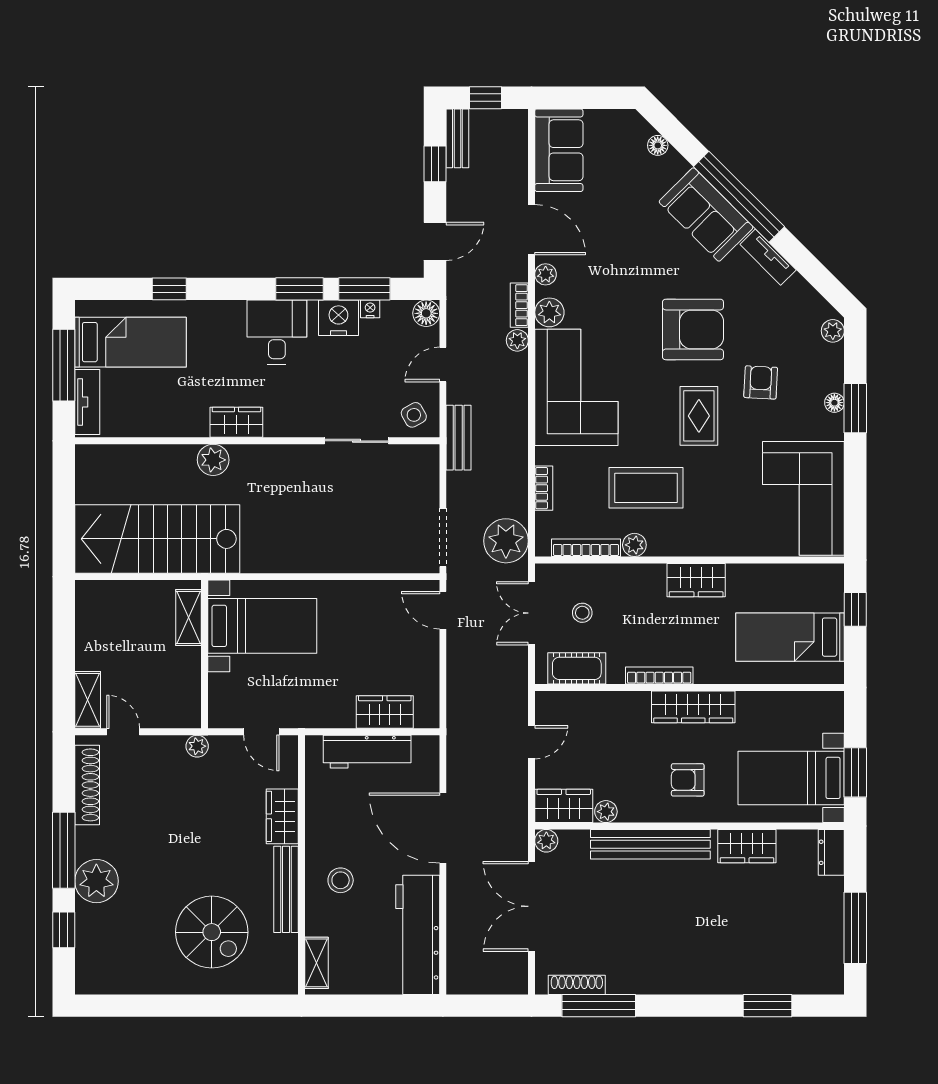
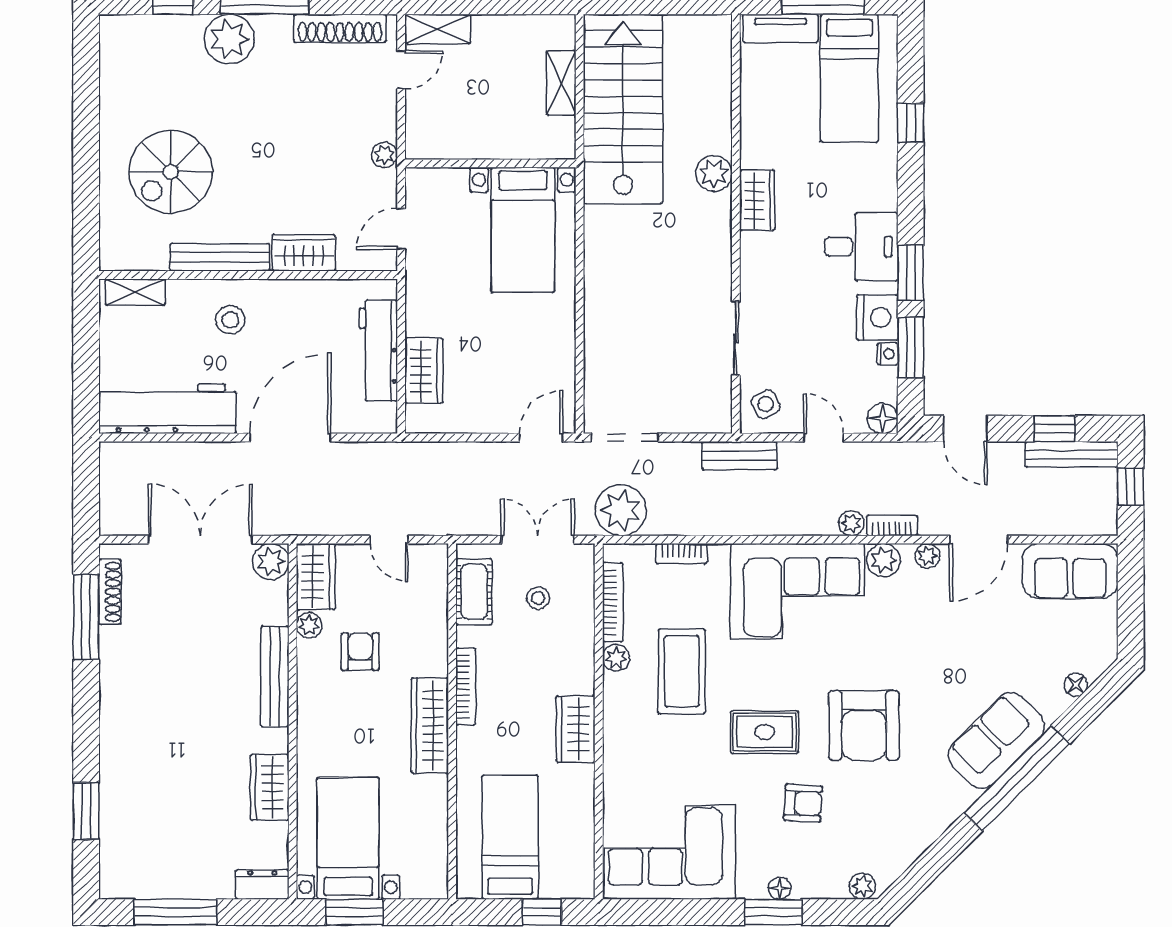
bench: (457, 138) -> (1072, 454), width x1.36
tv unit: (768, 257) -> (947, 812), removed
shelving: (188, 617) -> (561, 83), moved, turned 90
armchair: (688, 780) -> (360, 652), moved
plant: (546, 841) -> (271, 561), width x1.38, depth x1.38
bench: (650, 844) -> (275, 676), width x0.73, depth x0.82

